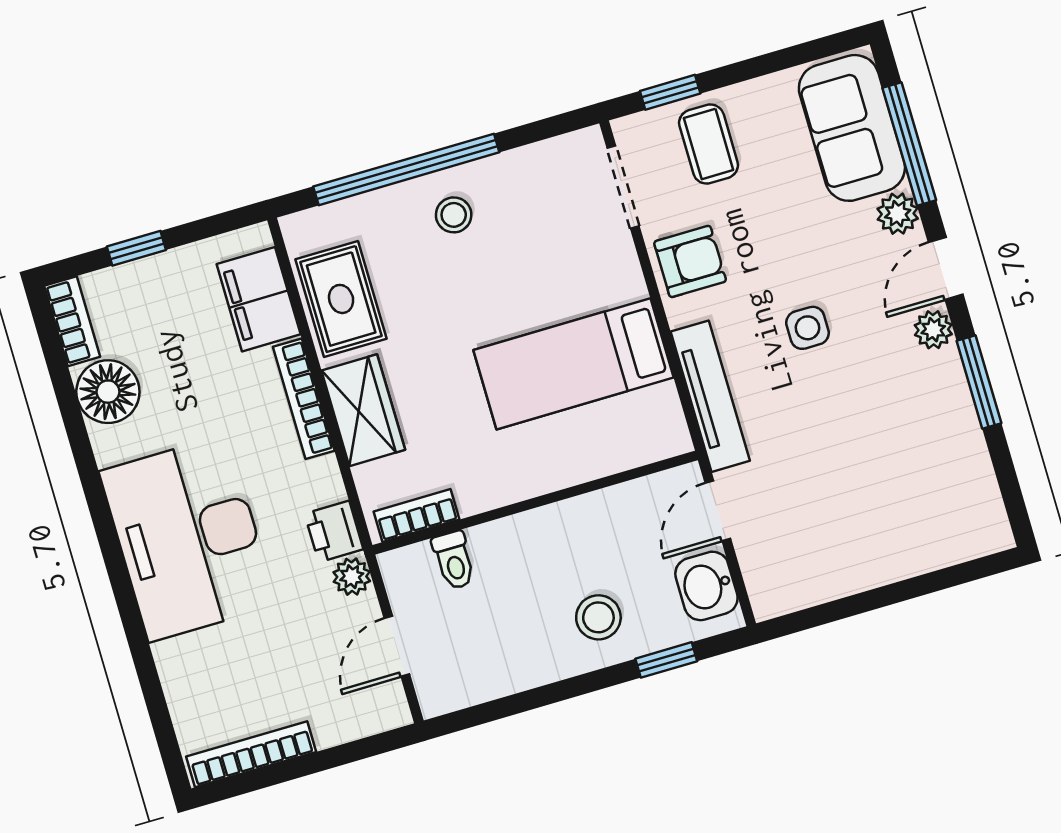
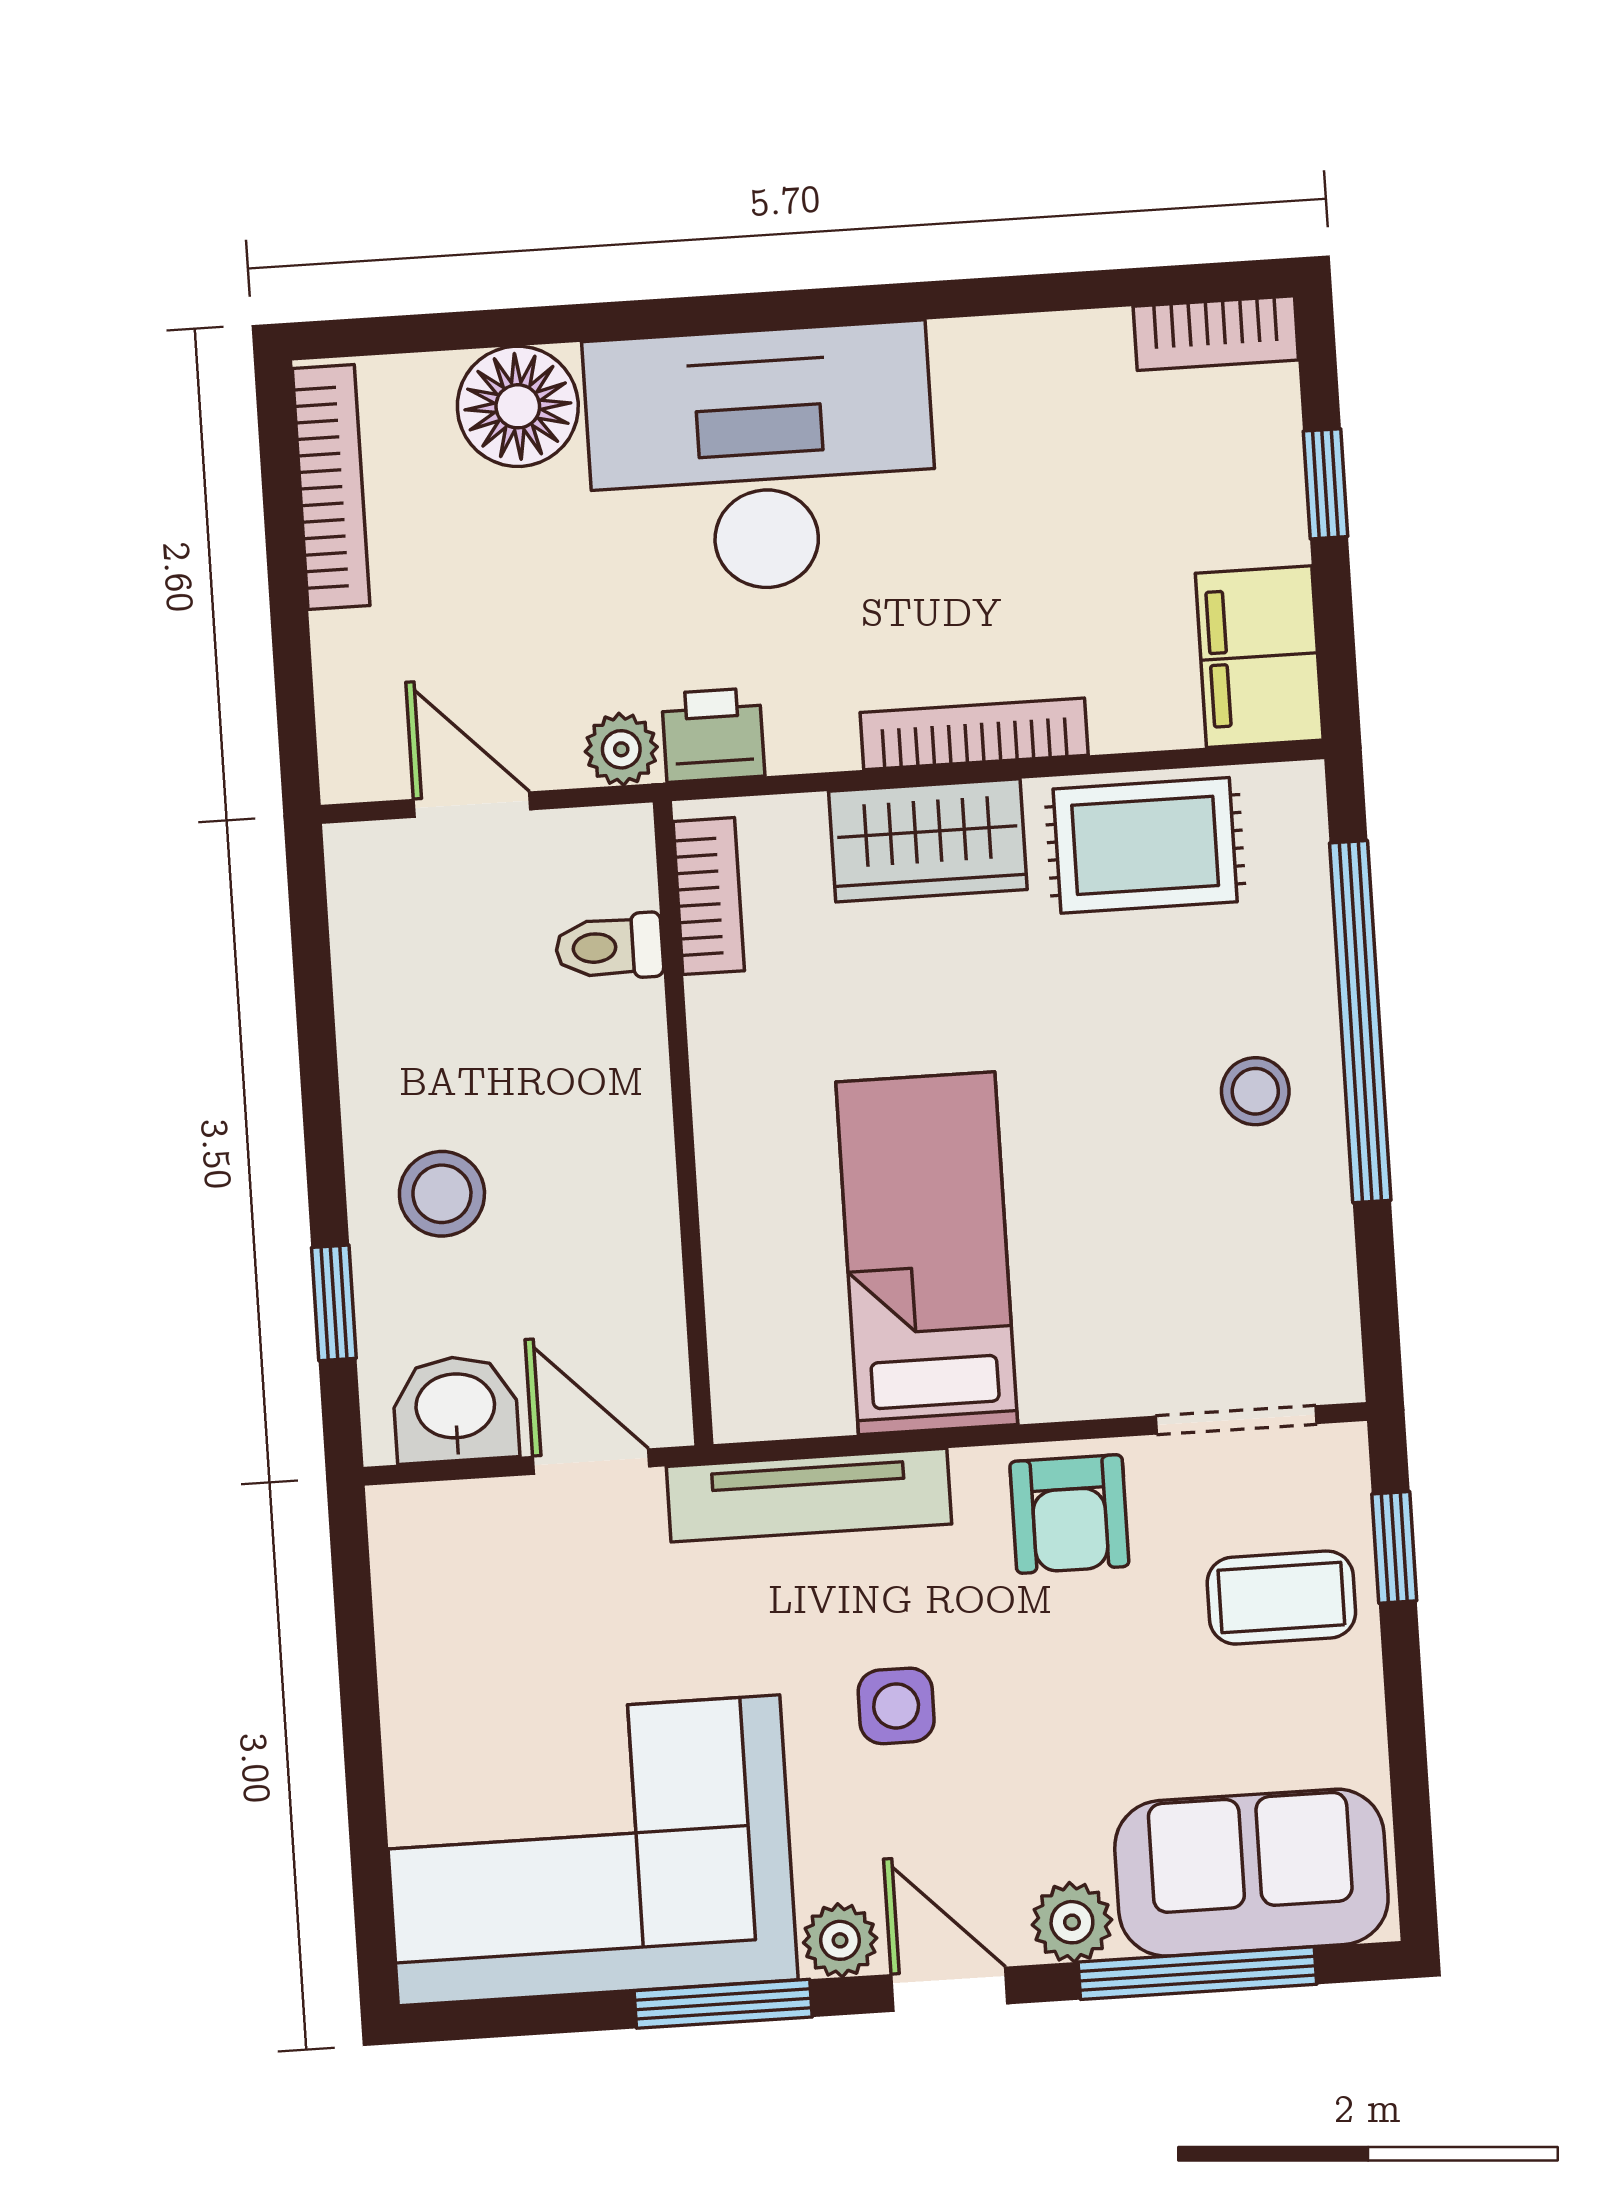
filing cabinet: (259, 299) -> (1259, 657), moved, turned -90
floor lamp: (108, 392) -> (518, 406), moved
corner sofa: (916, 468) -> (589, 1850), added

